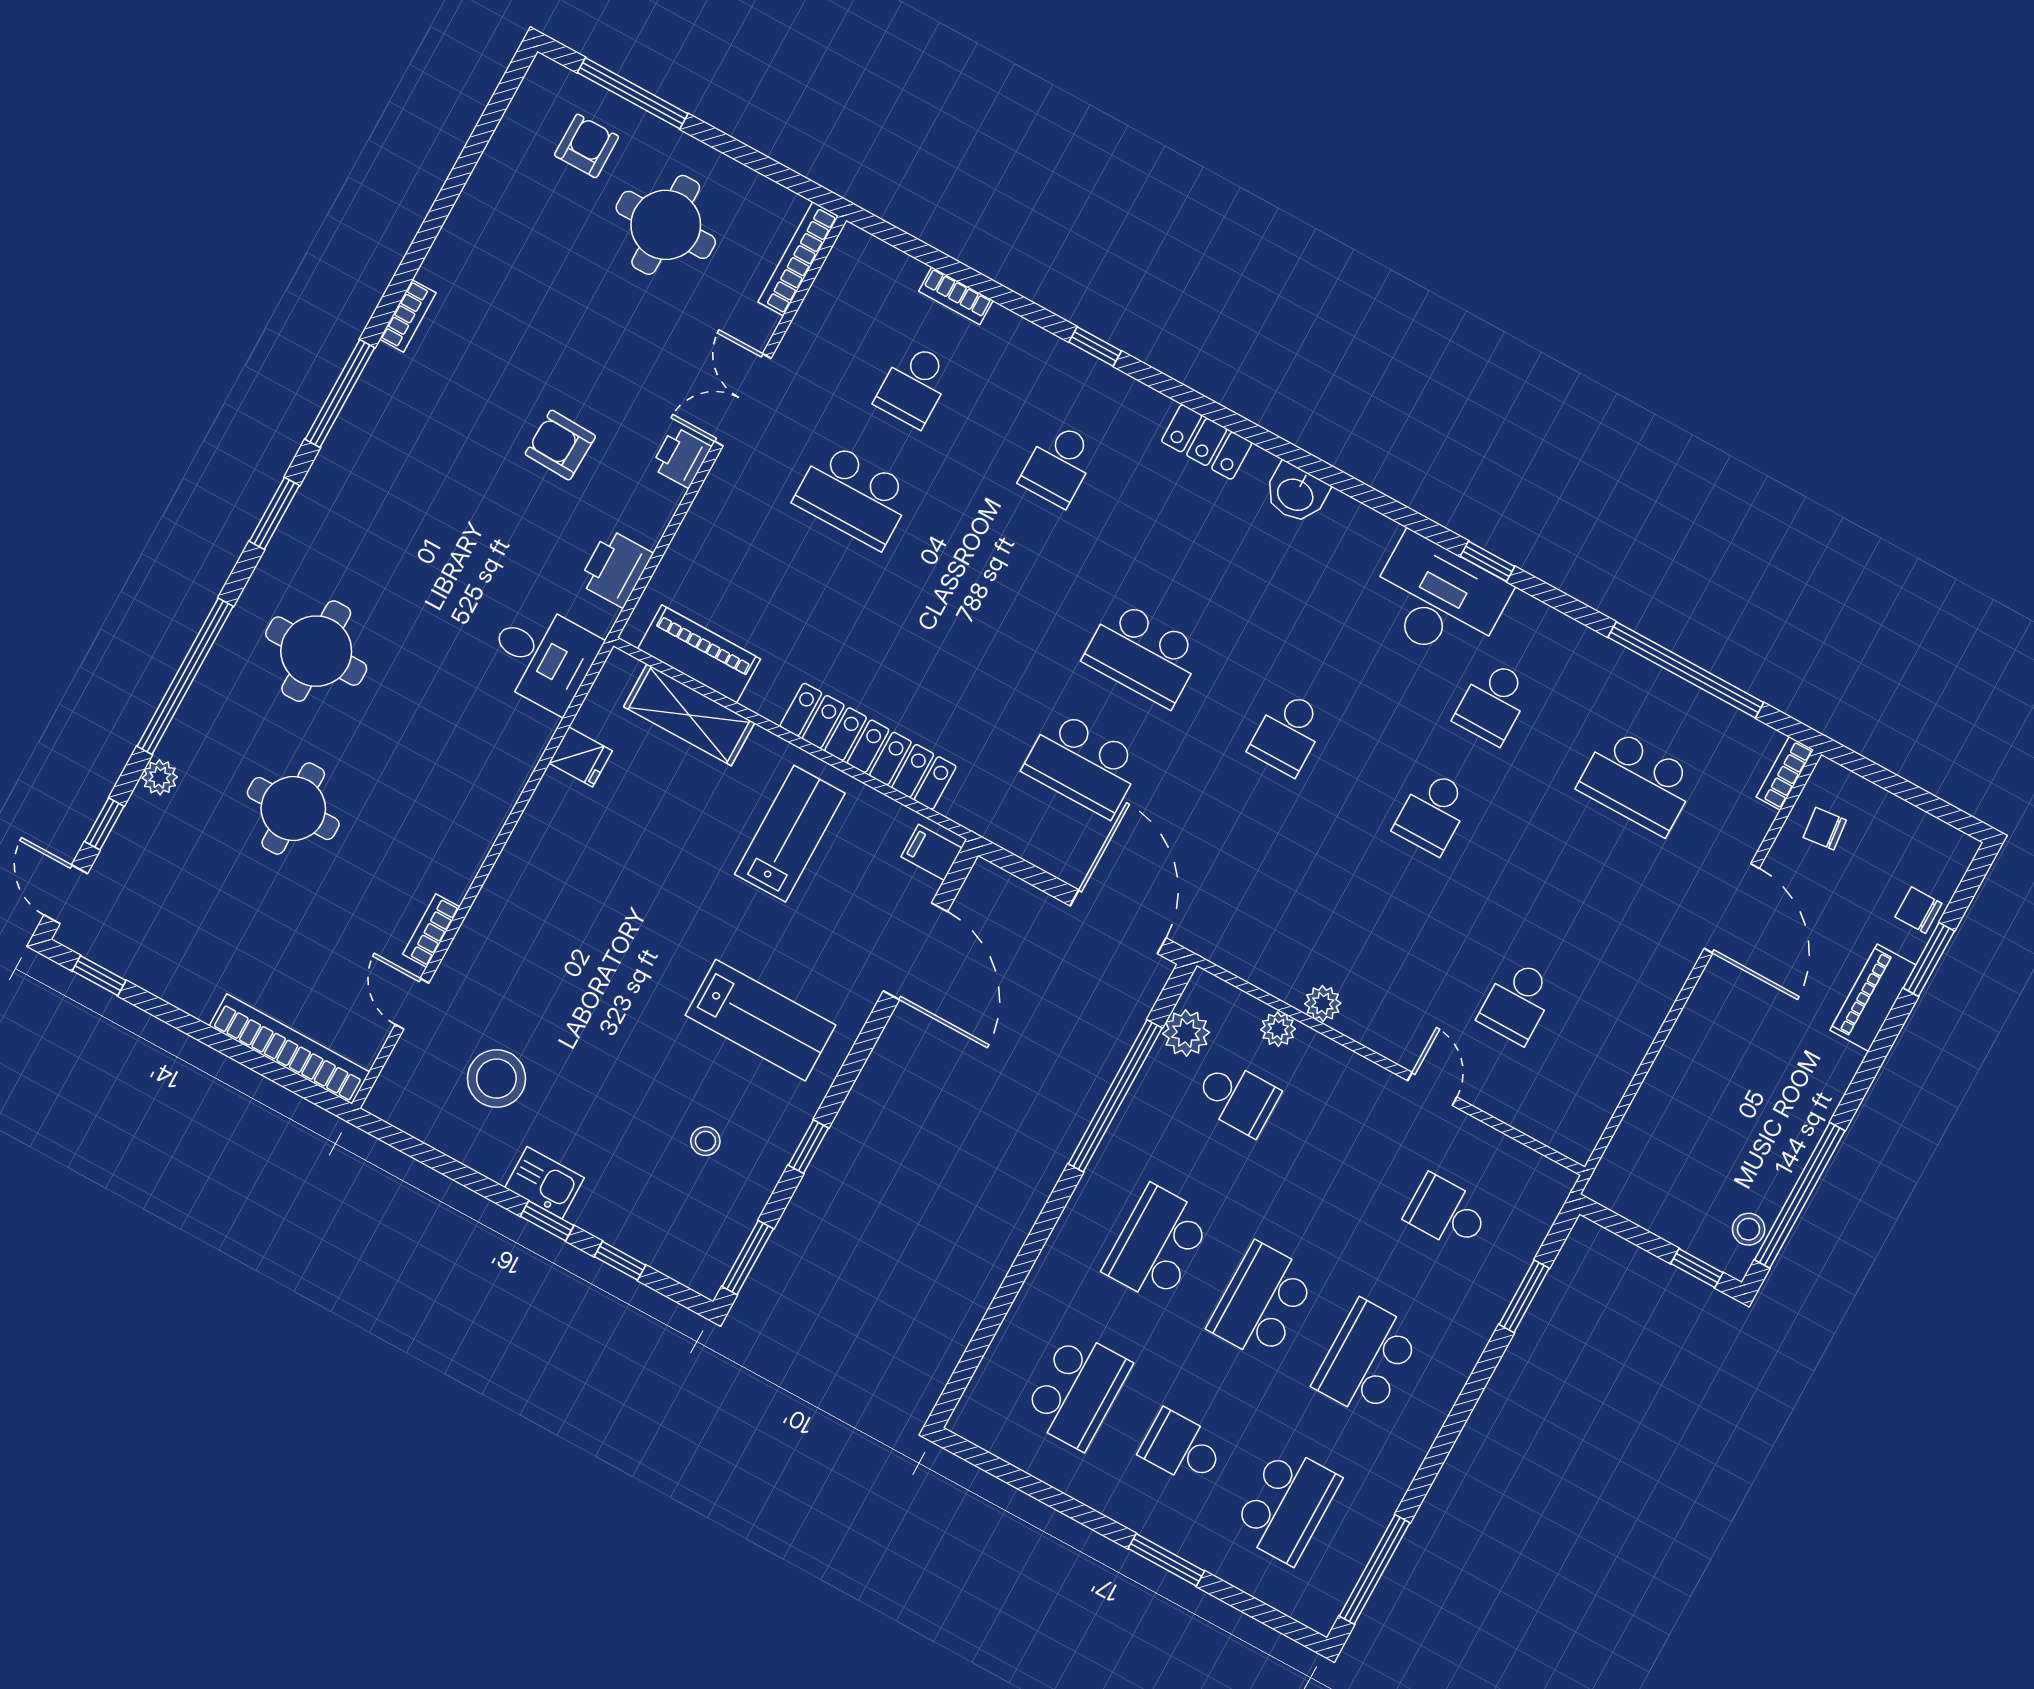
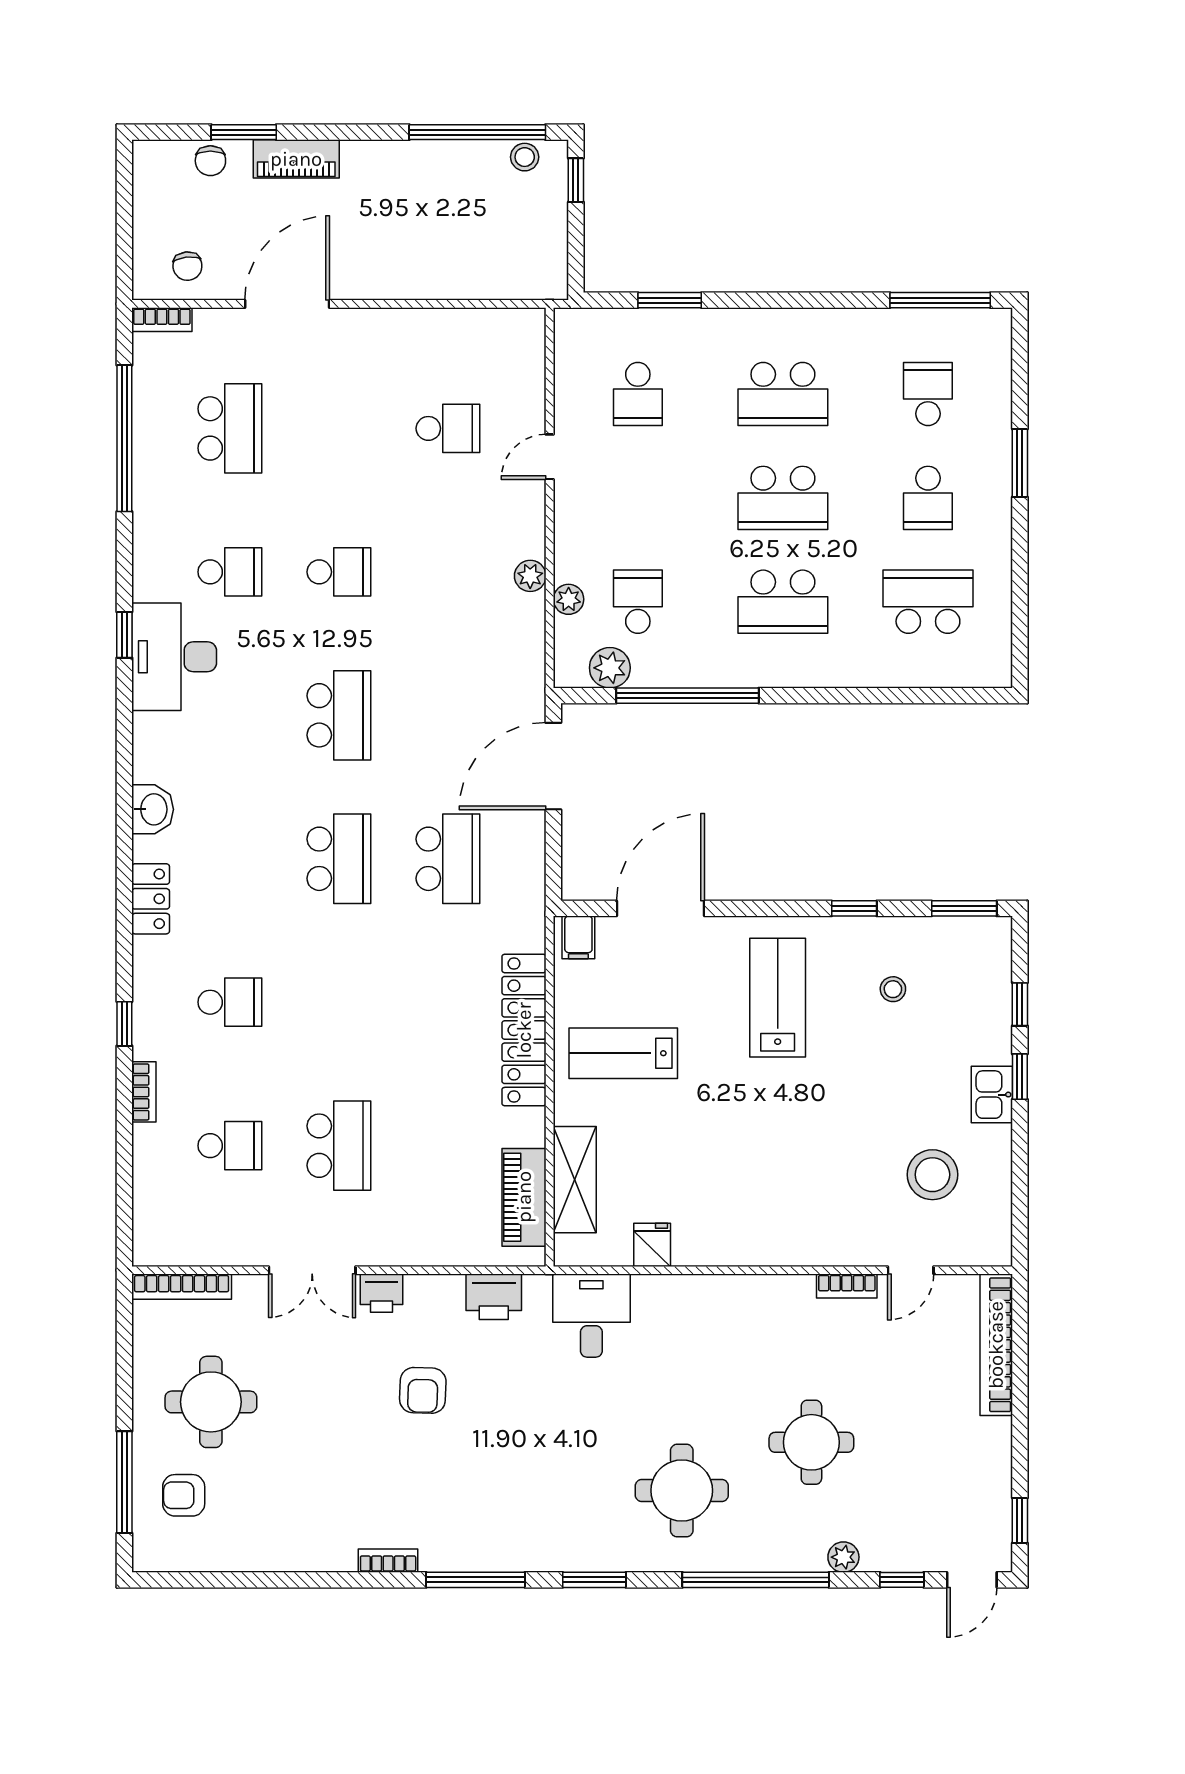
bookcase: (956, 296) -> (144, 1092), moved
school desk: (1288, 733) -> (339, 715), width x1.85
school desk: (1287, 1505) -> (928, 394), width x0.54

